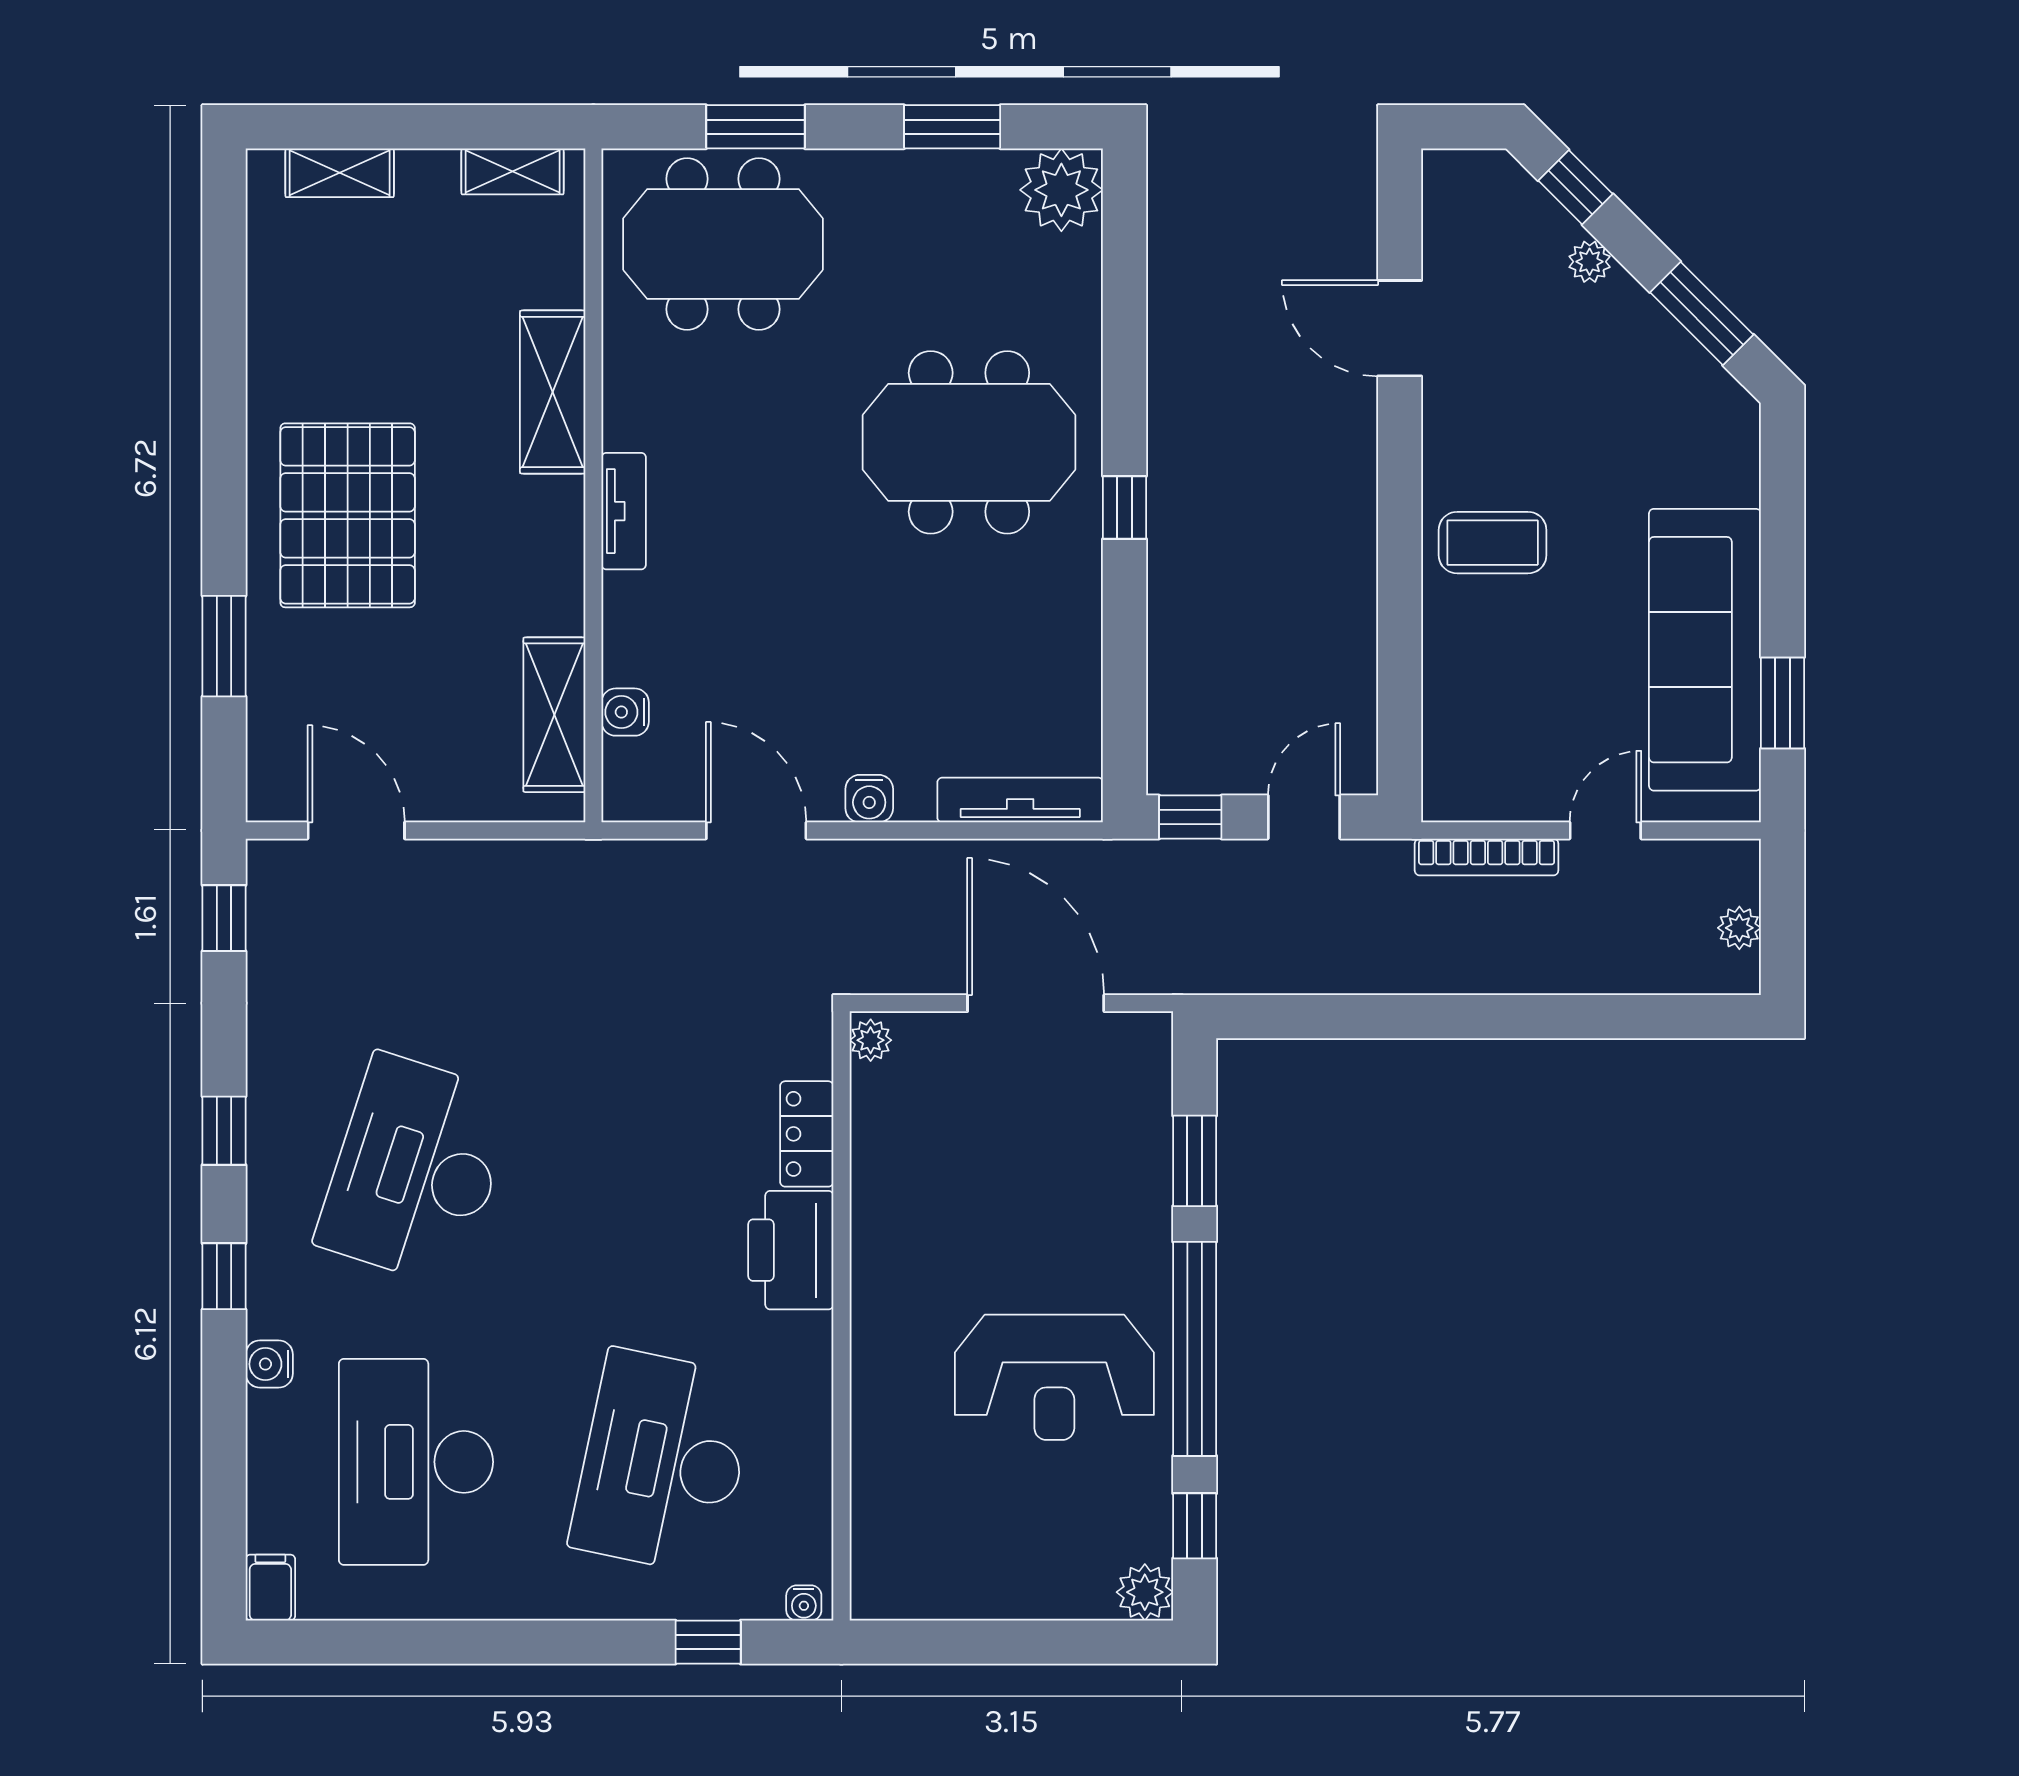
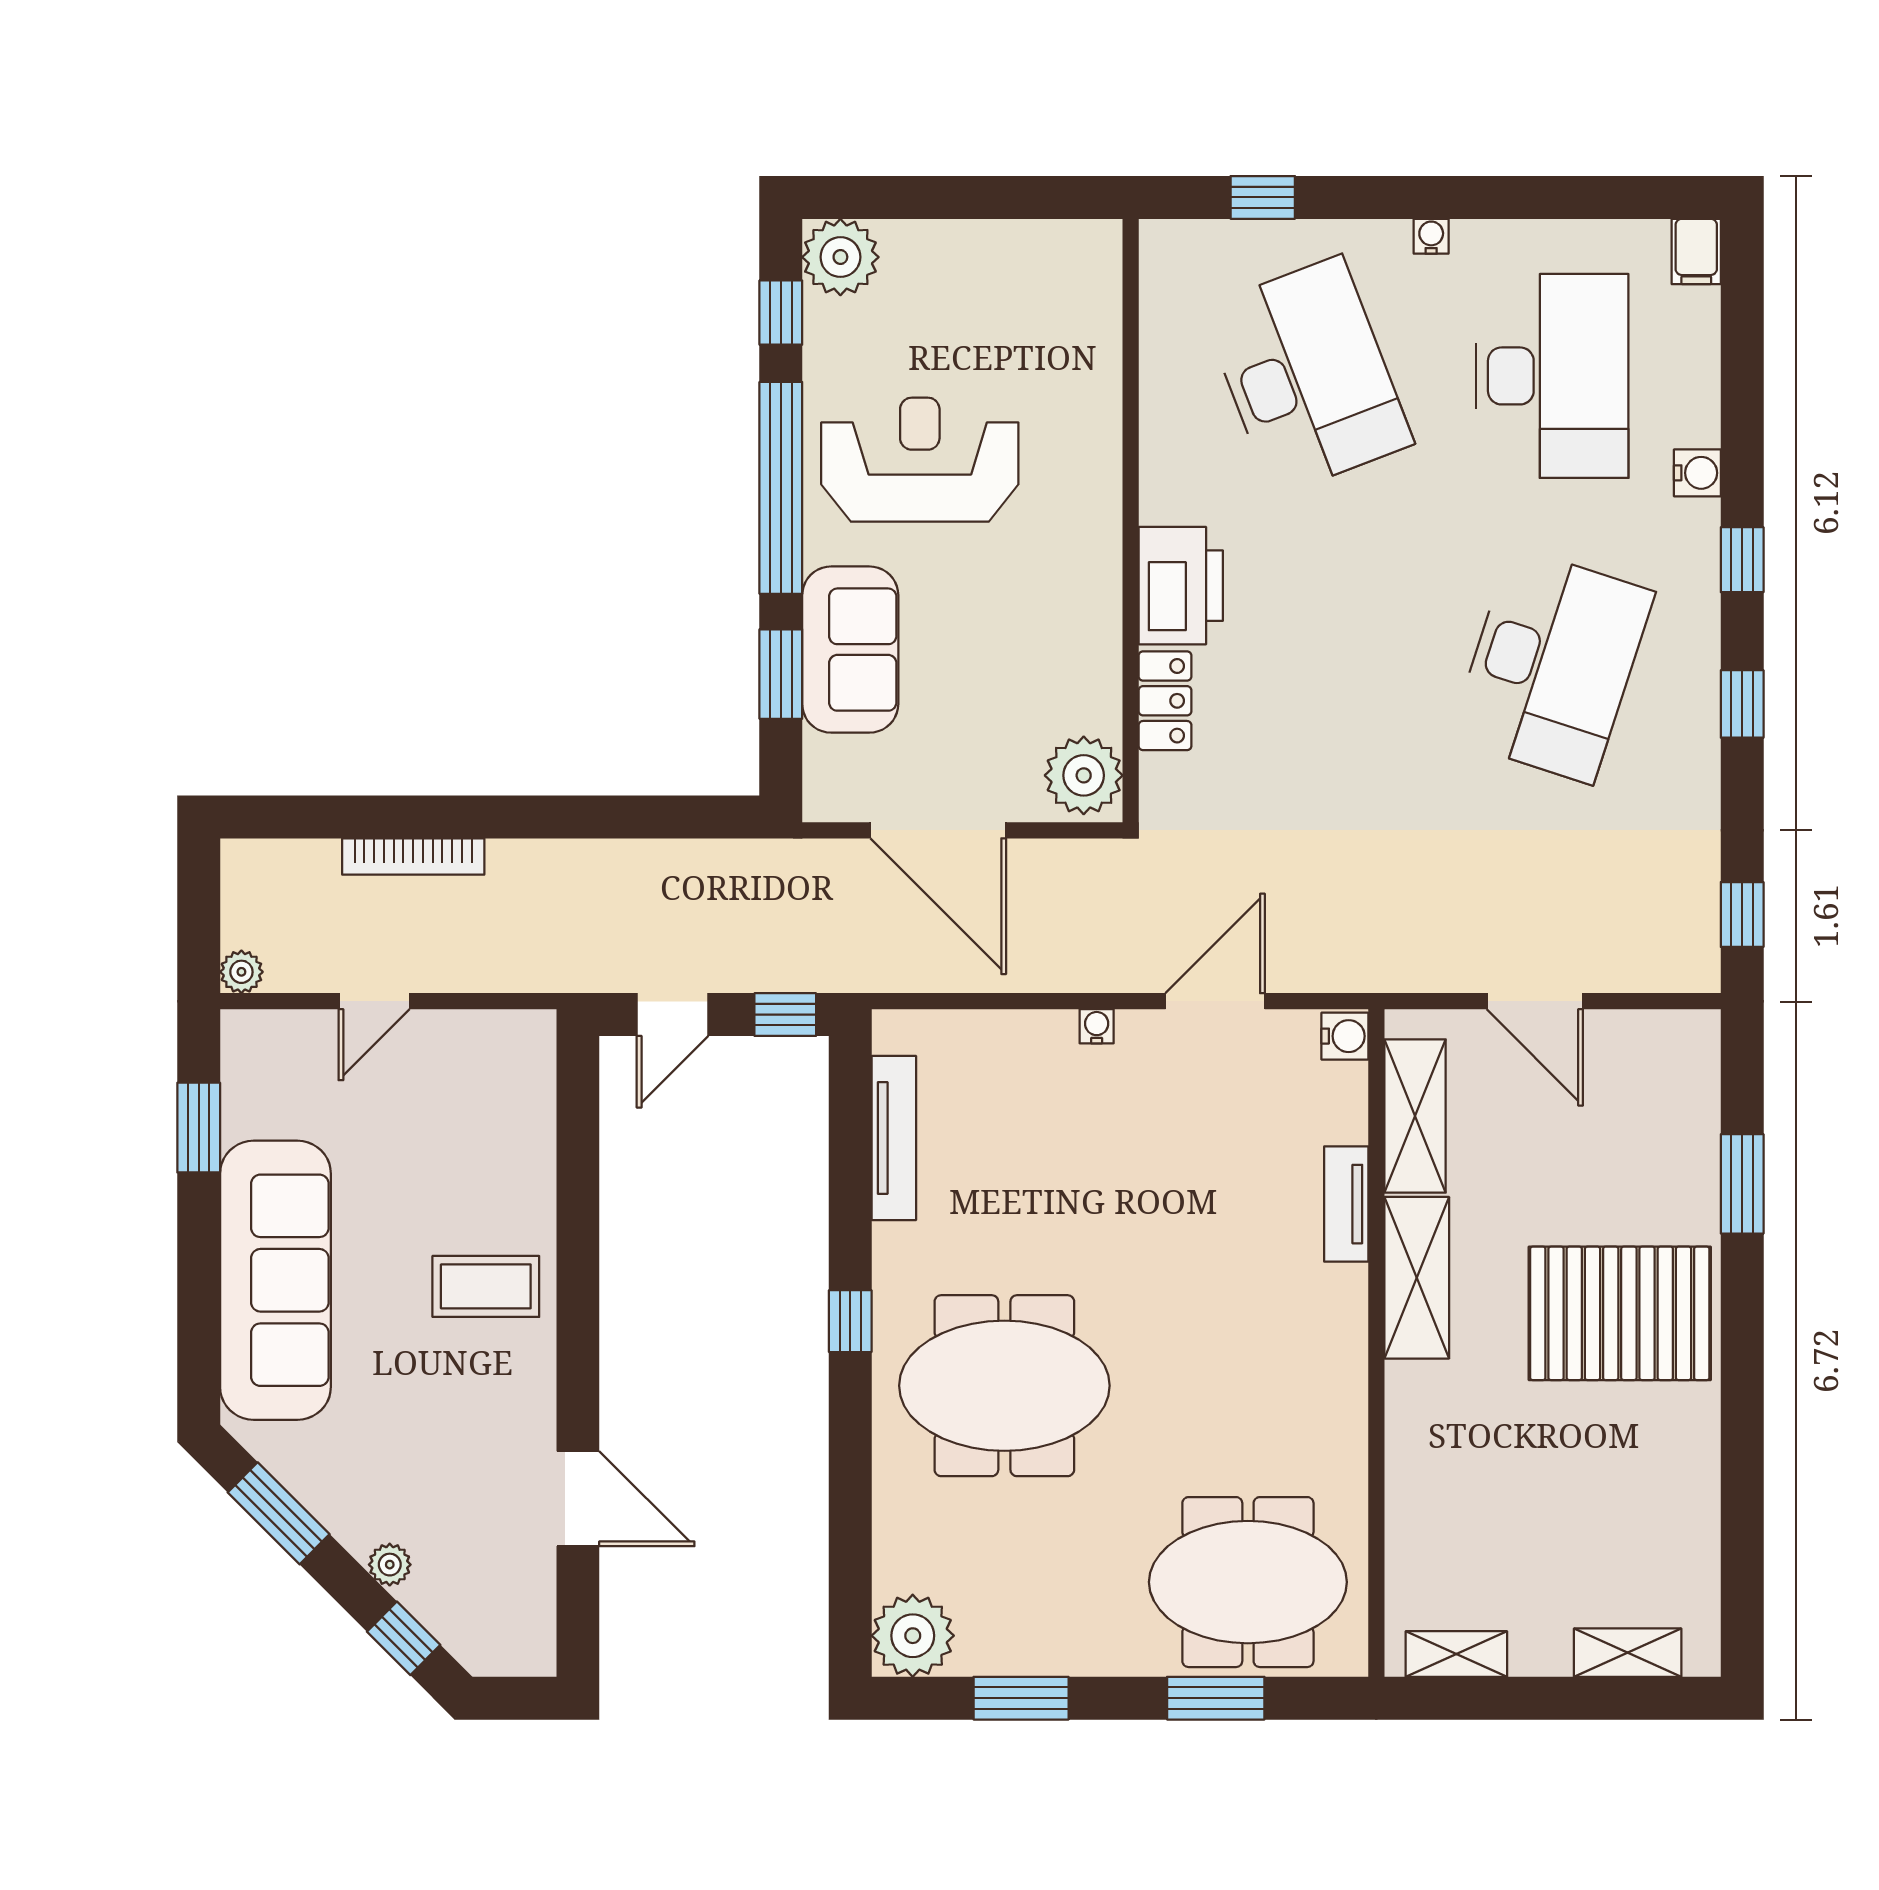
shelving: (553, 392) -> (1417, 1278), moved
tv unit: (624, 511) -> (1346, 1204), moved
pallet: (348, 515) -> (1620, 1313), turned 90
sofa: (1705, 650) -> (275, 1280), moved
water cooler: (625, 712) -> (1345, 1036), moved
water cooler: (869, 799) -> (1097, 1026), width x0.72, depth x0.72
tv unit: (1020, 800) -> (894, 1138), moved, turned -90
door: (356, 831) -> (1535, 1001), moved
door: (756, 831) -> (1215, 1001), swing flipped
bookcase: (1487, 857) -> (413, 857), moved, turned 180
plant: (1739, 928) -> (241, 972), moved
plant: (871, 1040) -> (1084, 775), width x1.88, depth x1.88
sofa: (1125, 1186) -> (850, 650), added
desk: (663, 1462) -> (1307, 376), turned -33
plant: (1145, 1592) -> (840, 257), width x1.36, depth x1.36
water cooler: (804, 1603) -> (1431, 236), moved

